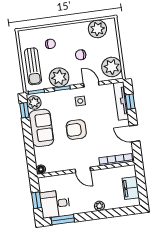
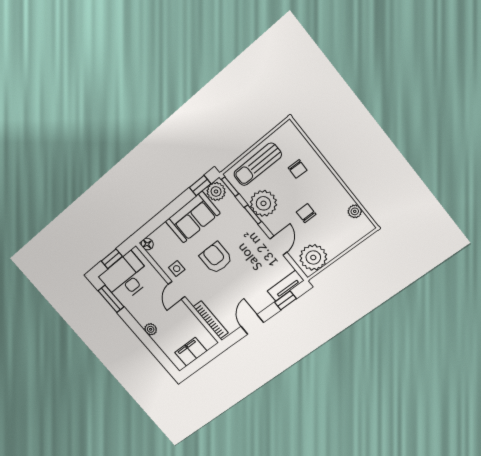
plant: (97, 29) -> (355, 211), width x0.53, depth x0.53
side table: (80, 101) -> (177, 269), moved
tv unit: (121, 101) -> (286, 286), width x0.71
desk: (55, 204) -> (126, 277), width x1.37

